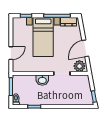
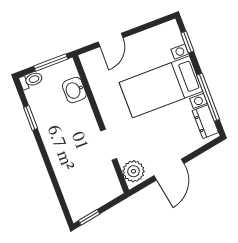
door: (85, 48) -> (169, 170), swing flipped
door: (11, 53) -> (111, 40), hinge flipped
washbasin: (42, 80) -> (74, 90), moved

